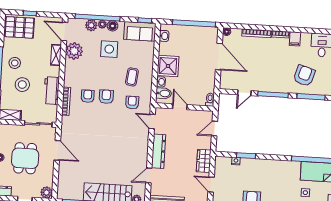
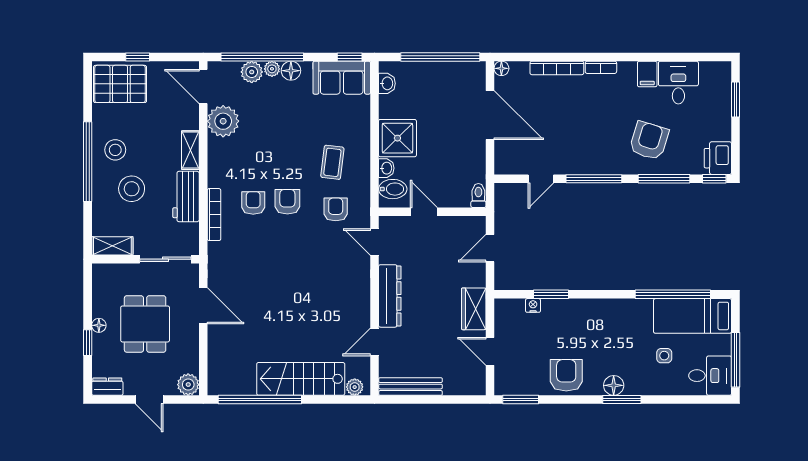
filing cabinet: (295, 39) -> (647, 74), moved
side table: (109, 49) -> (287, 114), removed
shelving: (56, 55) -> (190, 150), moved

